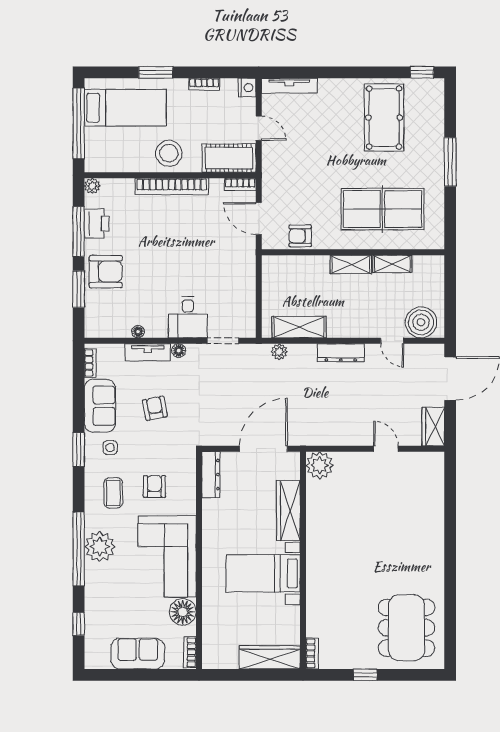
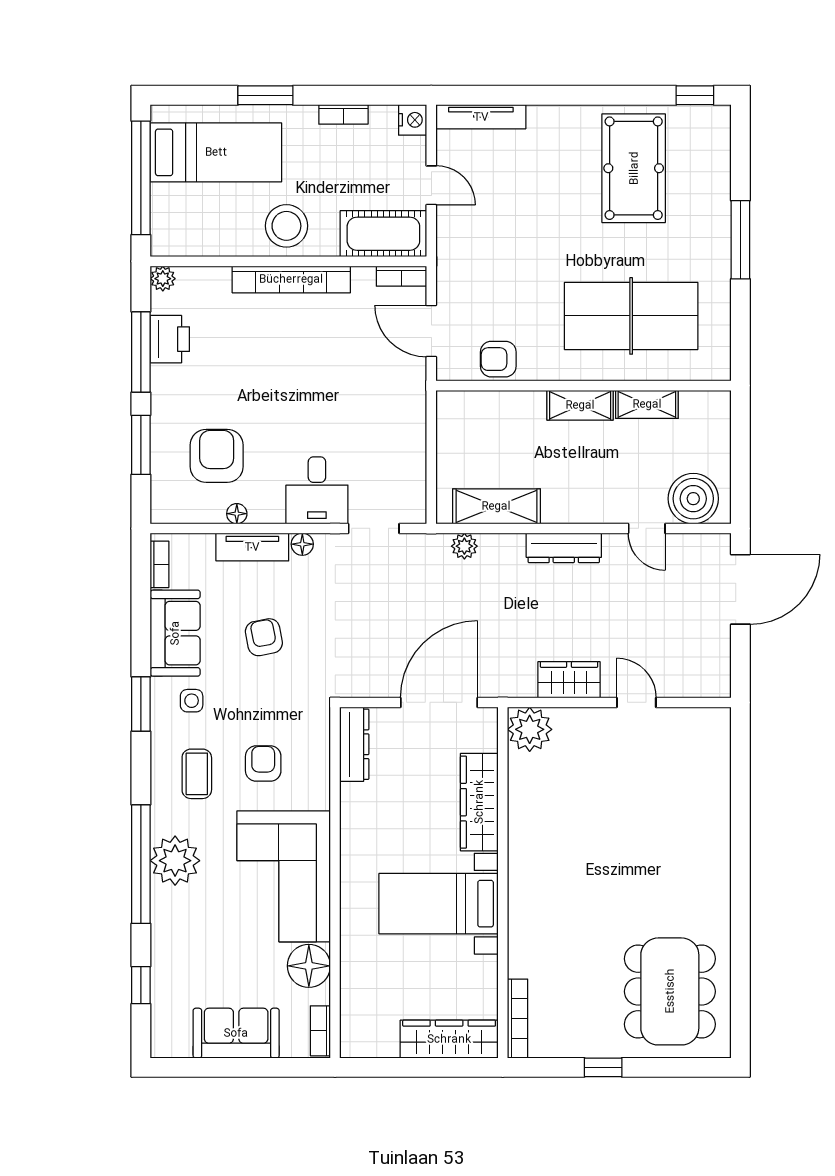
armchair: (106, 272) -> (217, 456), moved, turned -90
wardrobe: (433, 426) -> (569, 680), moved, turned 90
bookcase: (312, 653) -> (518, 1019), width x1.56

